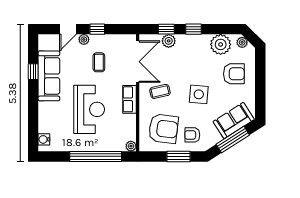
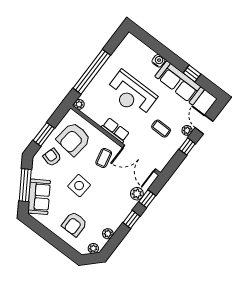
plant: (221, 44) -> (108, 234), width x0.53, depth x0.53
armchair: (192, 135) -> (52, 157), turned -74
water cooler: (44, 139) -> (158, 61), moved

